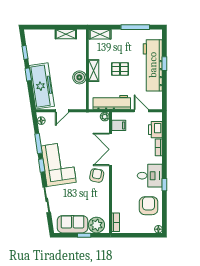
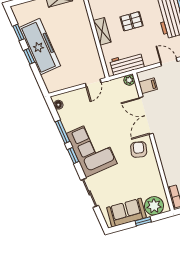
boiler: (79, 77) -> (88, 44), removed
freezer: (42, 86) -> (40, 47), moved
workbench: (112, 102) -> (127, 63), width x0.73
door: (62, 111) -> (93, 83), moved

